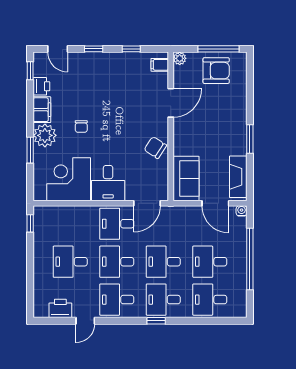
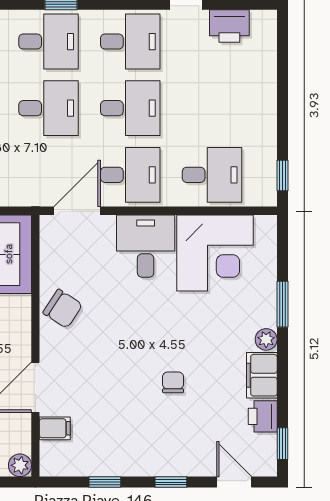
filing cabinet: (160, 65) -> (55, 428), moved
chair: (81, 126) -> (173, 382), moved
plant: (45, 135) -> (266, 339), width x0.53, depth x0.53
desk: (70, 262) -> (212, 175), moved

